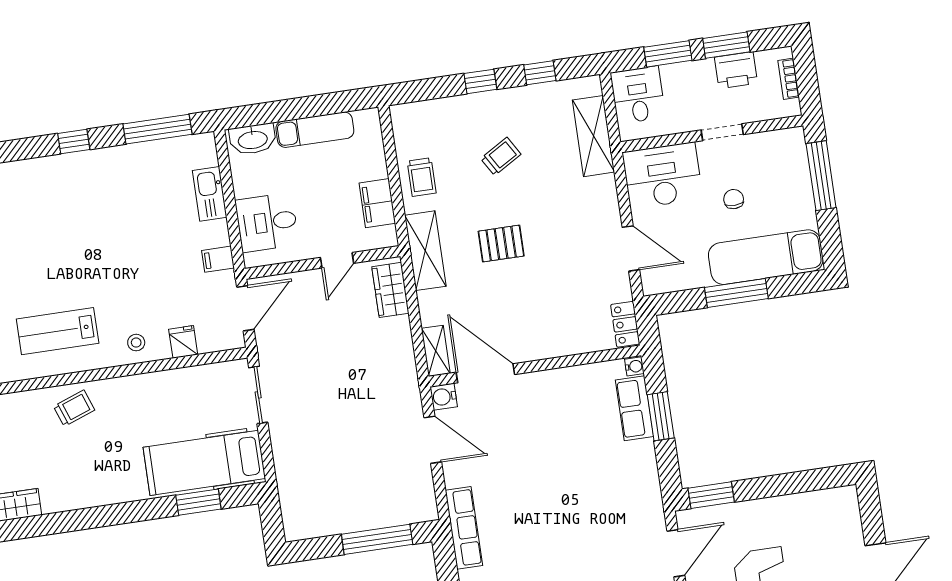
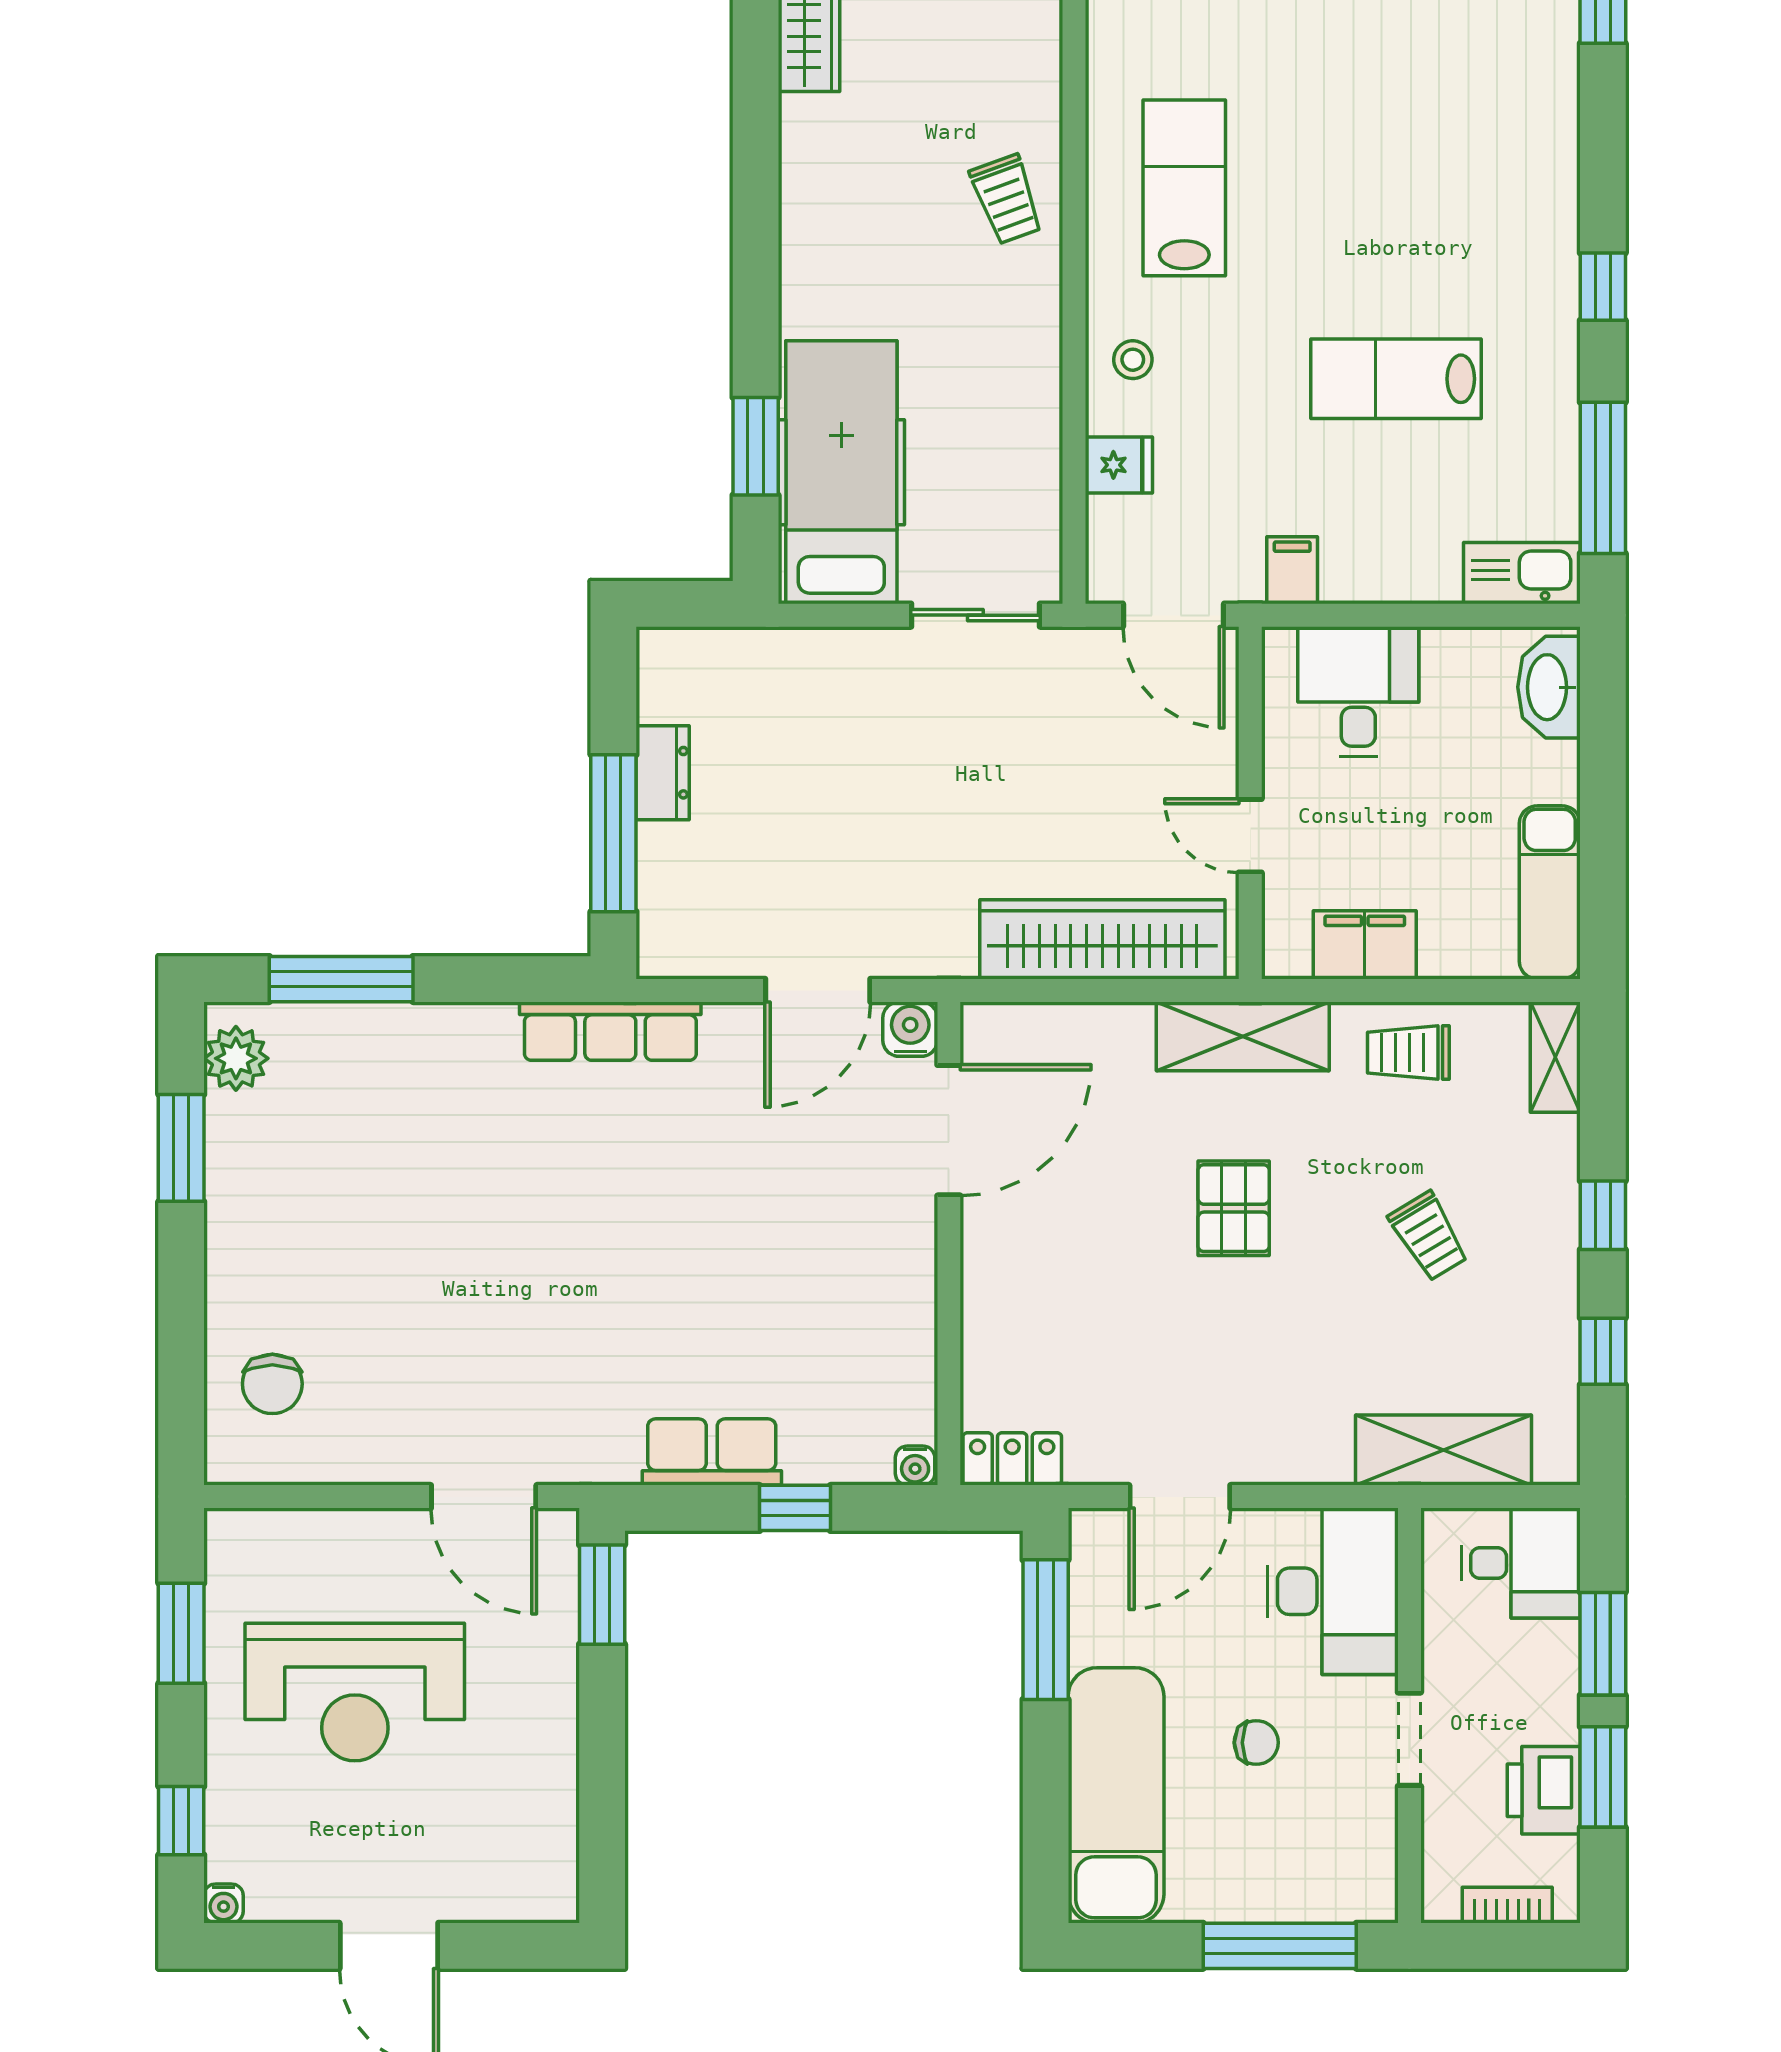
exam couch: (315, 130) -> (1550, 892), moved
kitchen sink: (210, 194) -> (1522, 573), moved
lab bench: (128, 226) -> (1396, 379), added
wardrobe: (390, 290) -> (1102, 939), width x2.10, depth x1.17
window: (736, 293) -> (1046, 1630), moved
shelving: (436, 351) -> (1555, 1057), moved, turned 90
row of seats: (634, 408) -> (712, 1452), moved
window: (661, 416) -> (795, 1508), width x0.67
dresser: (347, 522) -> (663, 773), added

